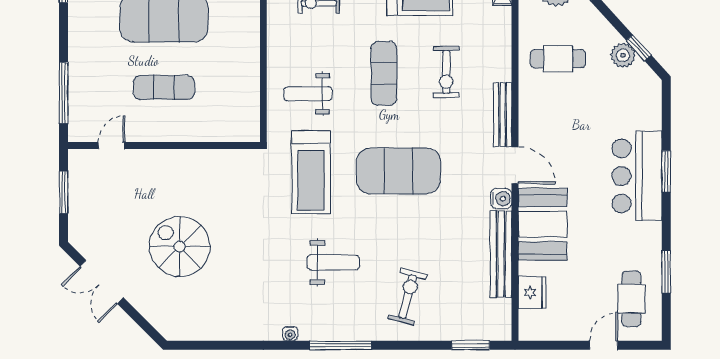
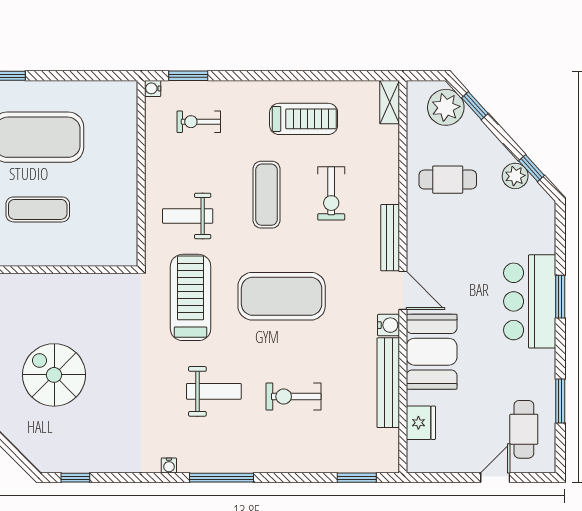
treadmill: (311, 172) -> (191, 297), turned 180
exercise bike: (408, 297) -> (294, 396), moved, turned -105
window: (200, 345) -> (75, 478), added

